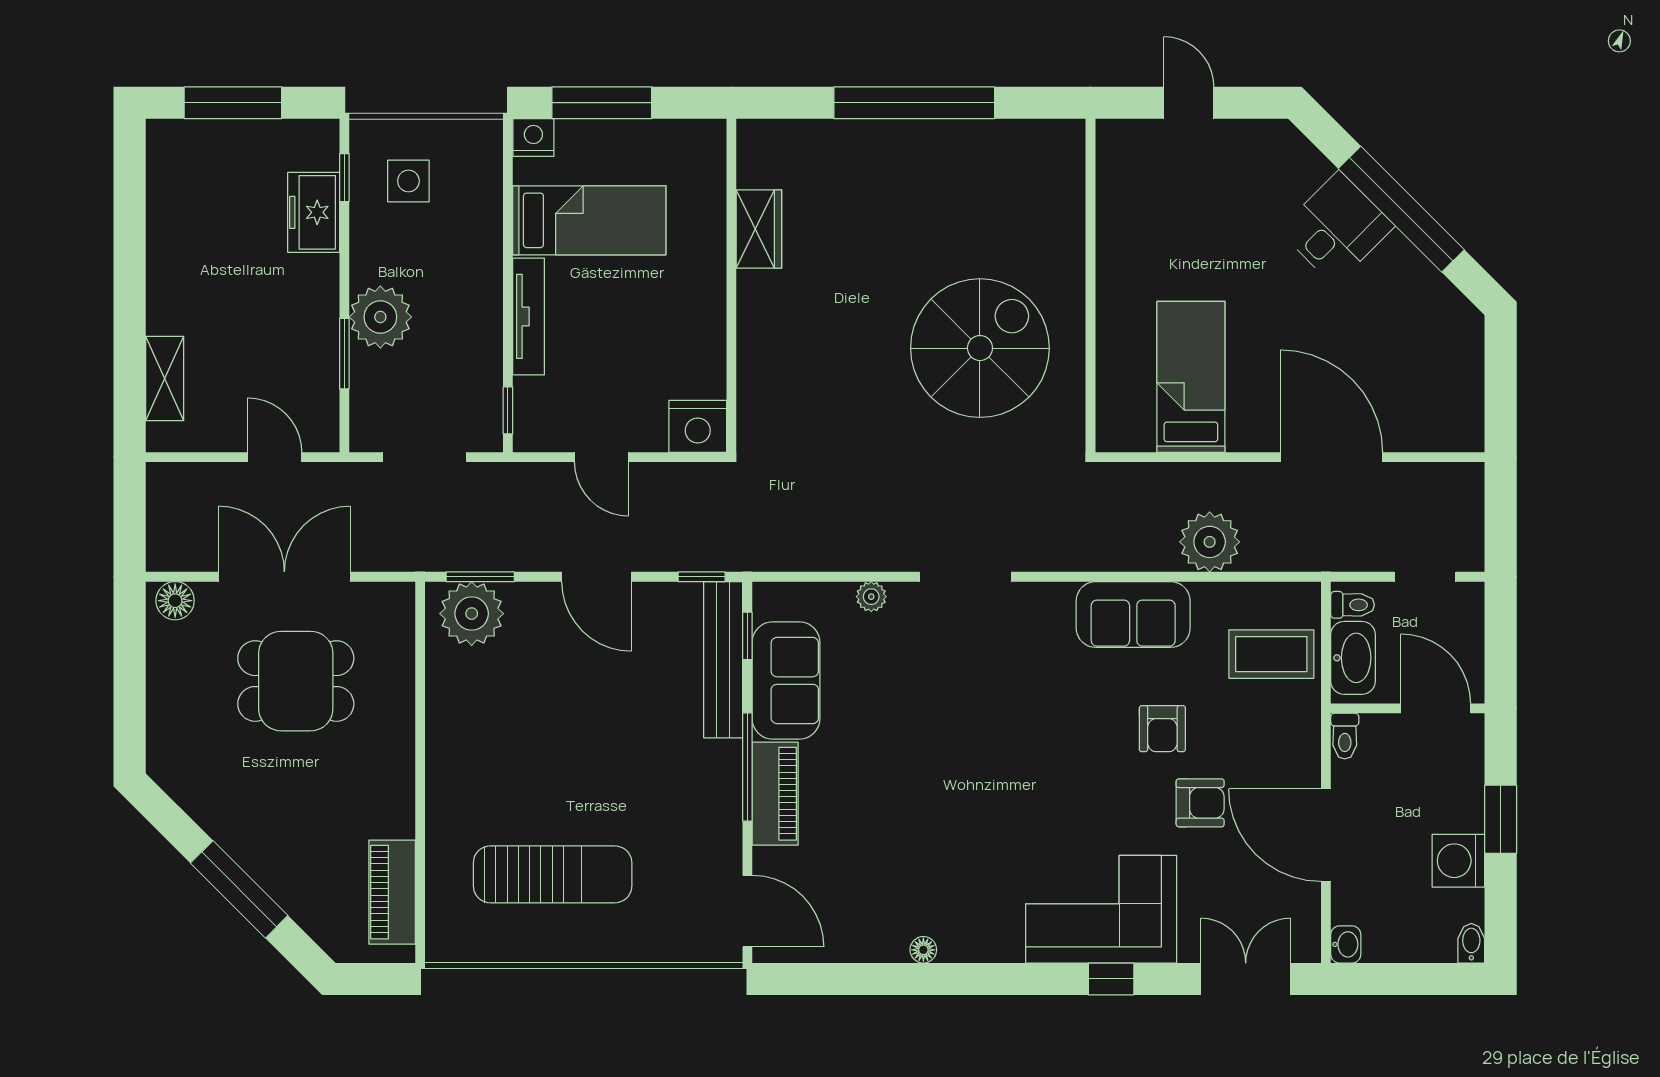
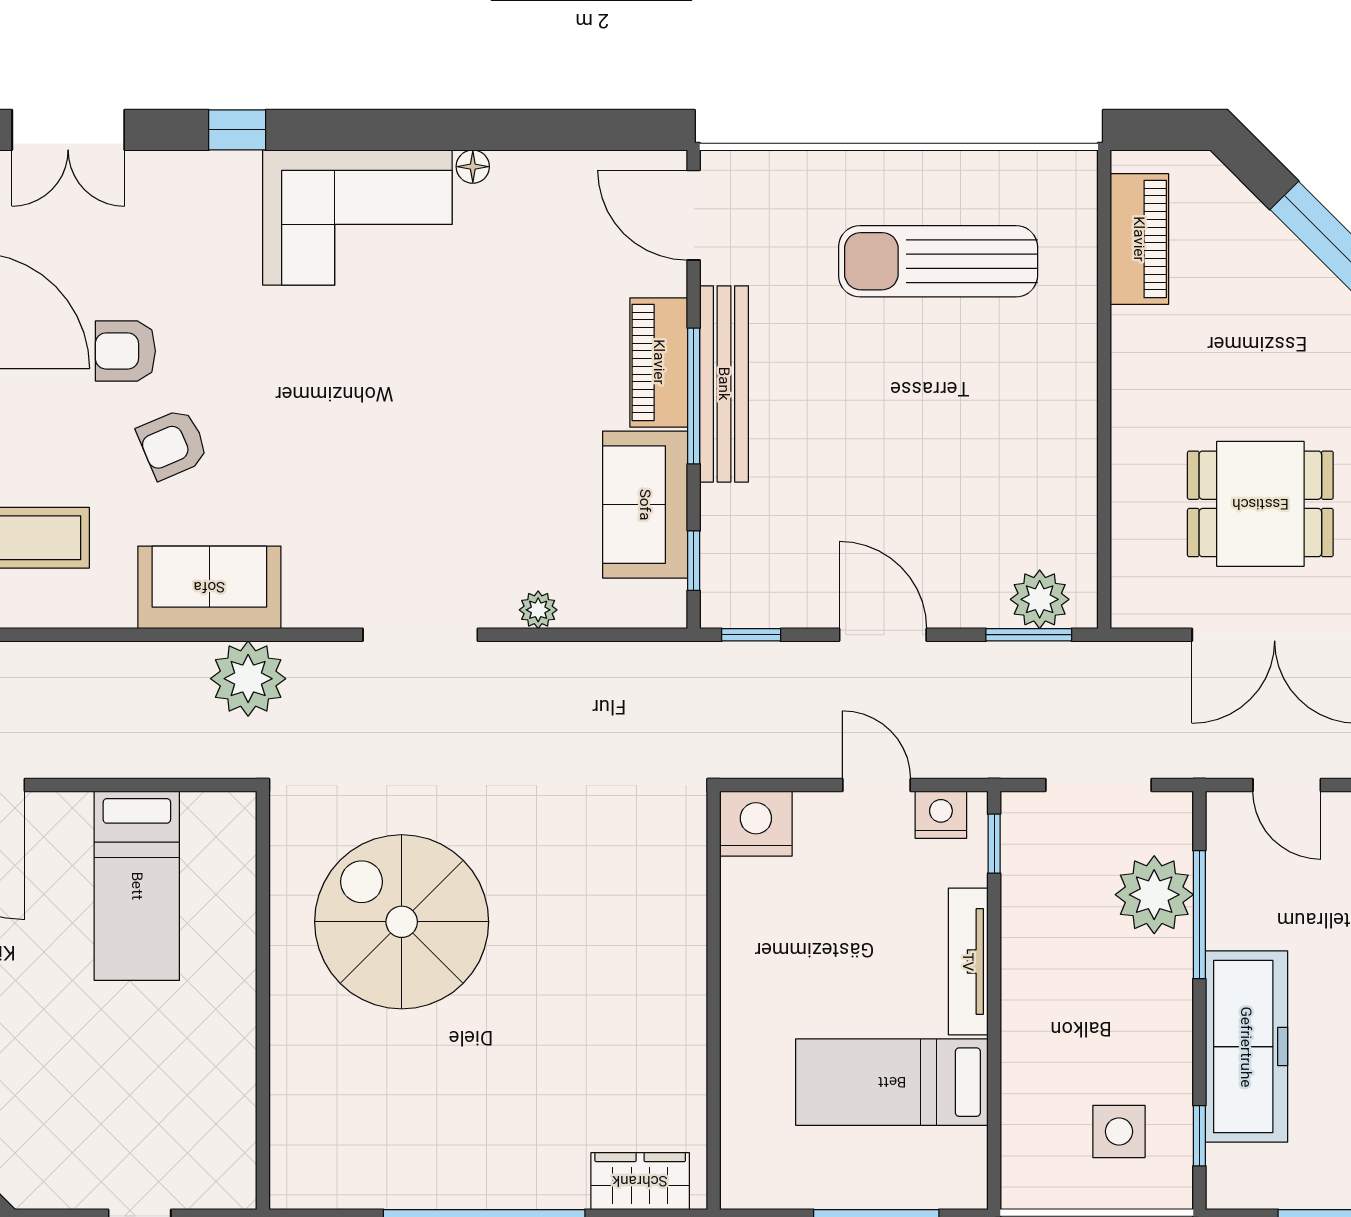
nightstand: (533, 138) -> (941, 815), moved, turned 180
freezer: (314, 212) -> (1246, 1047), width x1.91, depth x1.26
wardrobe: (759, 229) -> (640, 1181), moved, turned 90
plant: (380, 317) -> (1154, 895), moved
spiral stairs: (980, 348) -> (402, 922), turned 90
window: (344, 354) -> (1199, 915), width x1.44
plant: (1210, 542) -> (248, 679), moved
plant: (472, 614) -> (1040, 599), width x0.73, depth x0.73
bench: (723, 660) -> (724, 384), moved
armchair: (1162, 729) -> (173, 444), turned -113
corner sofa: (1101, 909) -> (357, 218), moved

